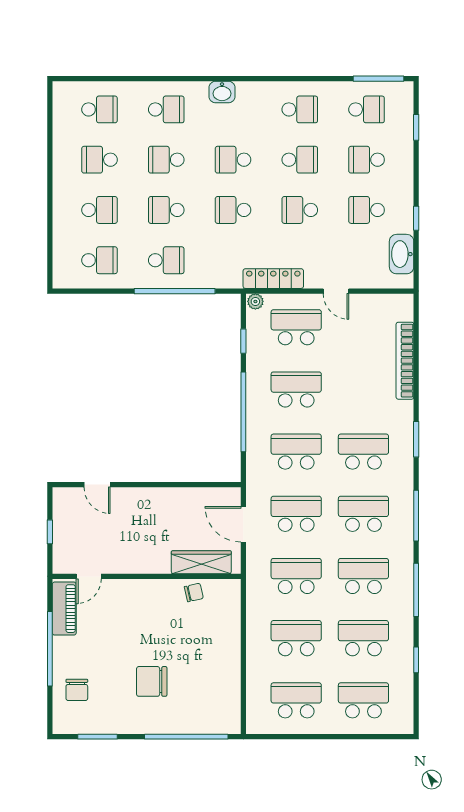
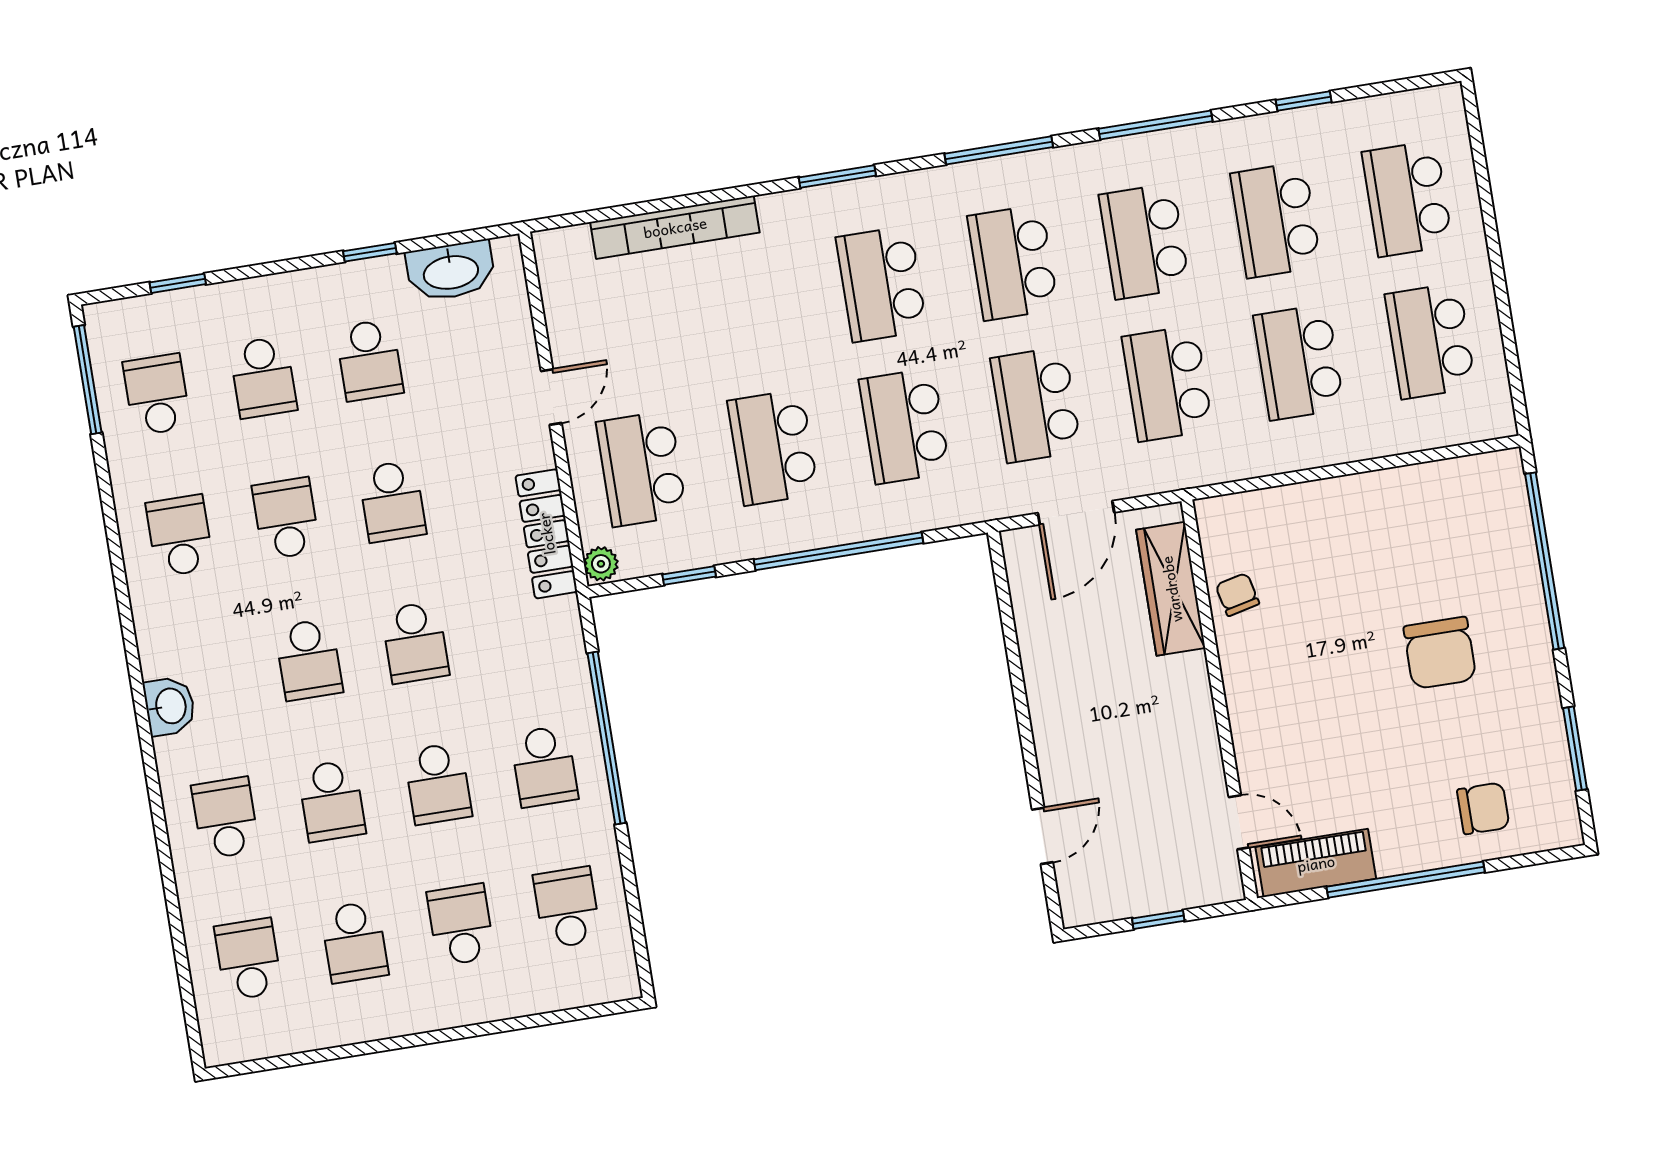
school desk: (166, 260) -> (544, 766), turned 180

